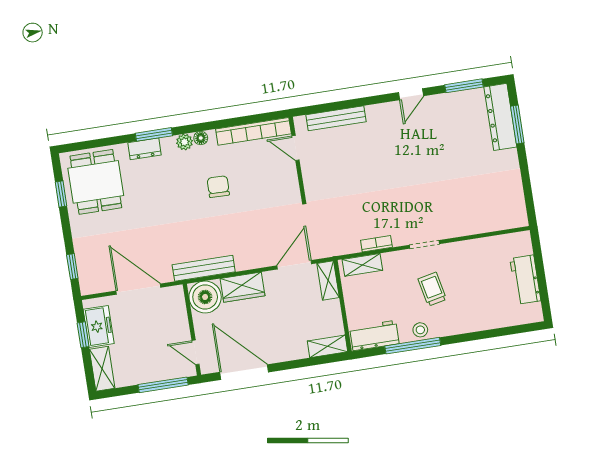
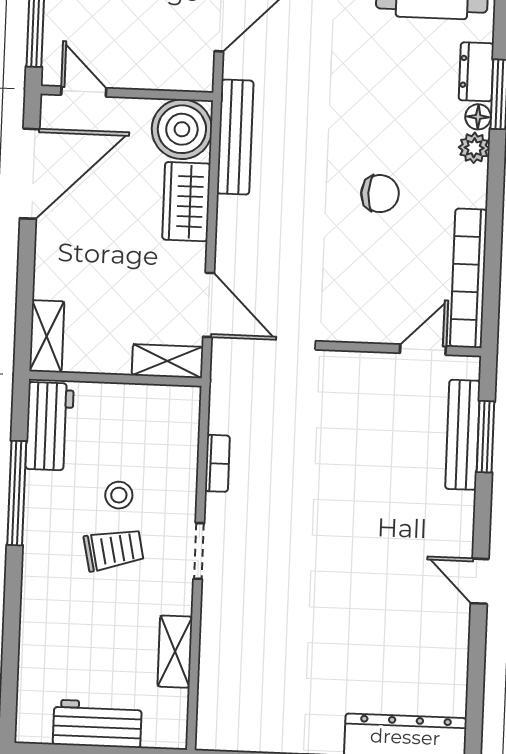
window: (464, 86) -> (485, 437), moved
floor lamp: (201, 138) -> (478, 117), moved
shelving: (362, 265) -> (175, 652), moved
stool: (420, 330) -> (119, 495), moved
door: (195, 352) -> (84, 91), hinge flipped

